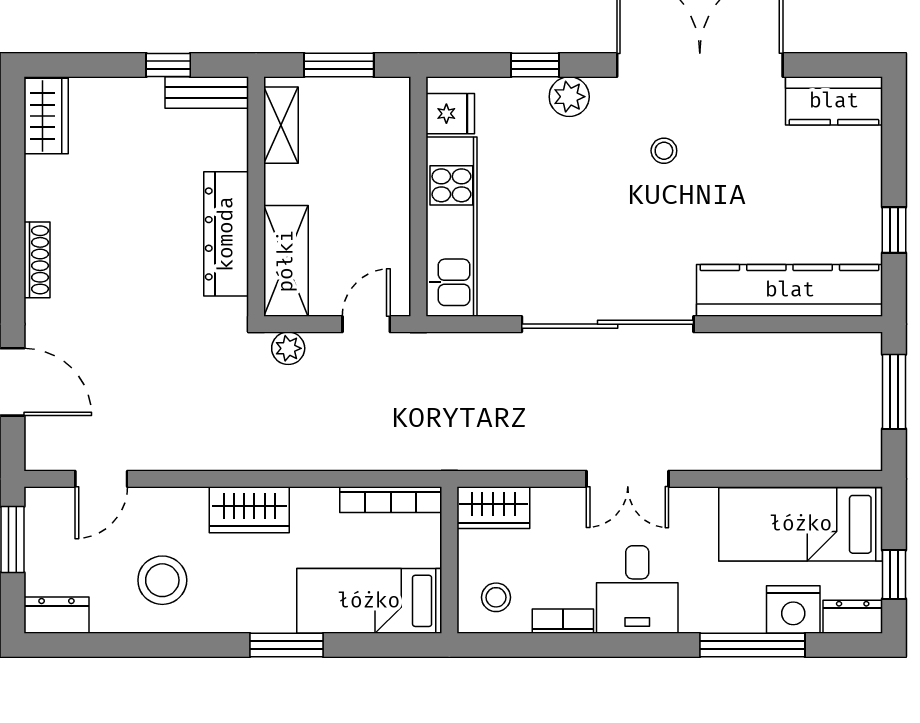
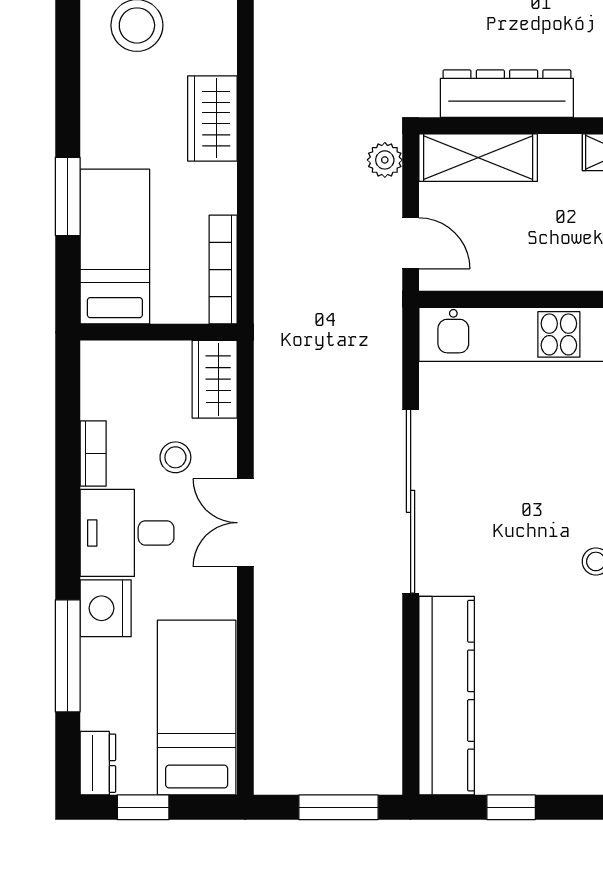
stool: (496, 597) -> (175, 457), moved
nightstand: (793, 610) -> (106, 608), moved
window: (287, 645) -> (68, 196), moved

